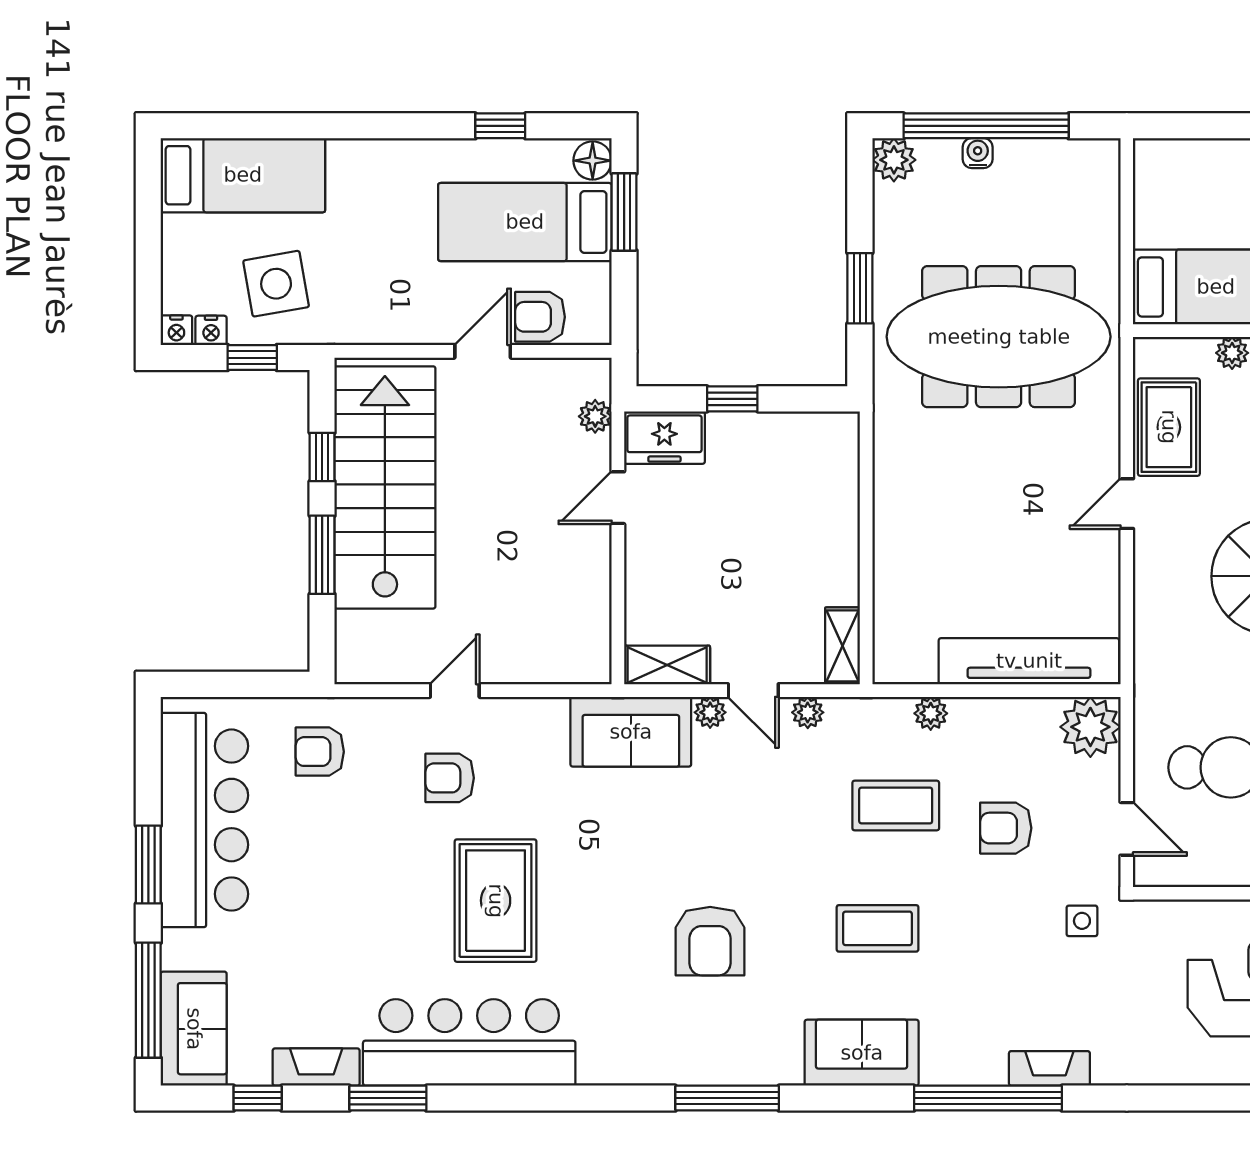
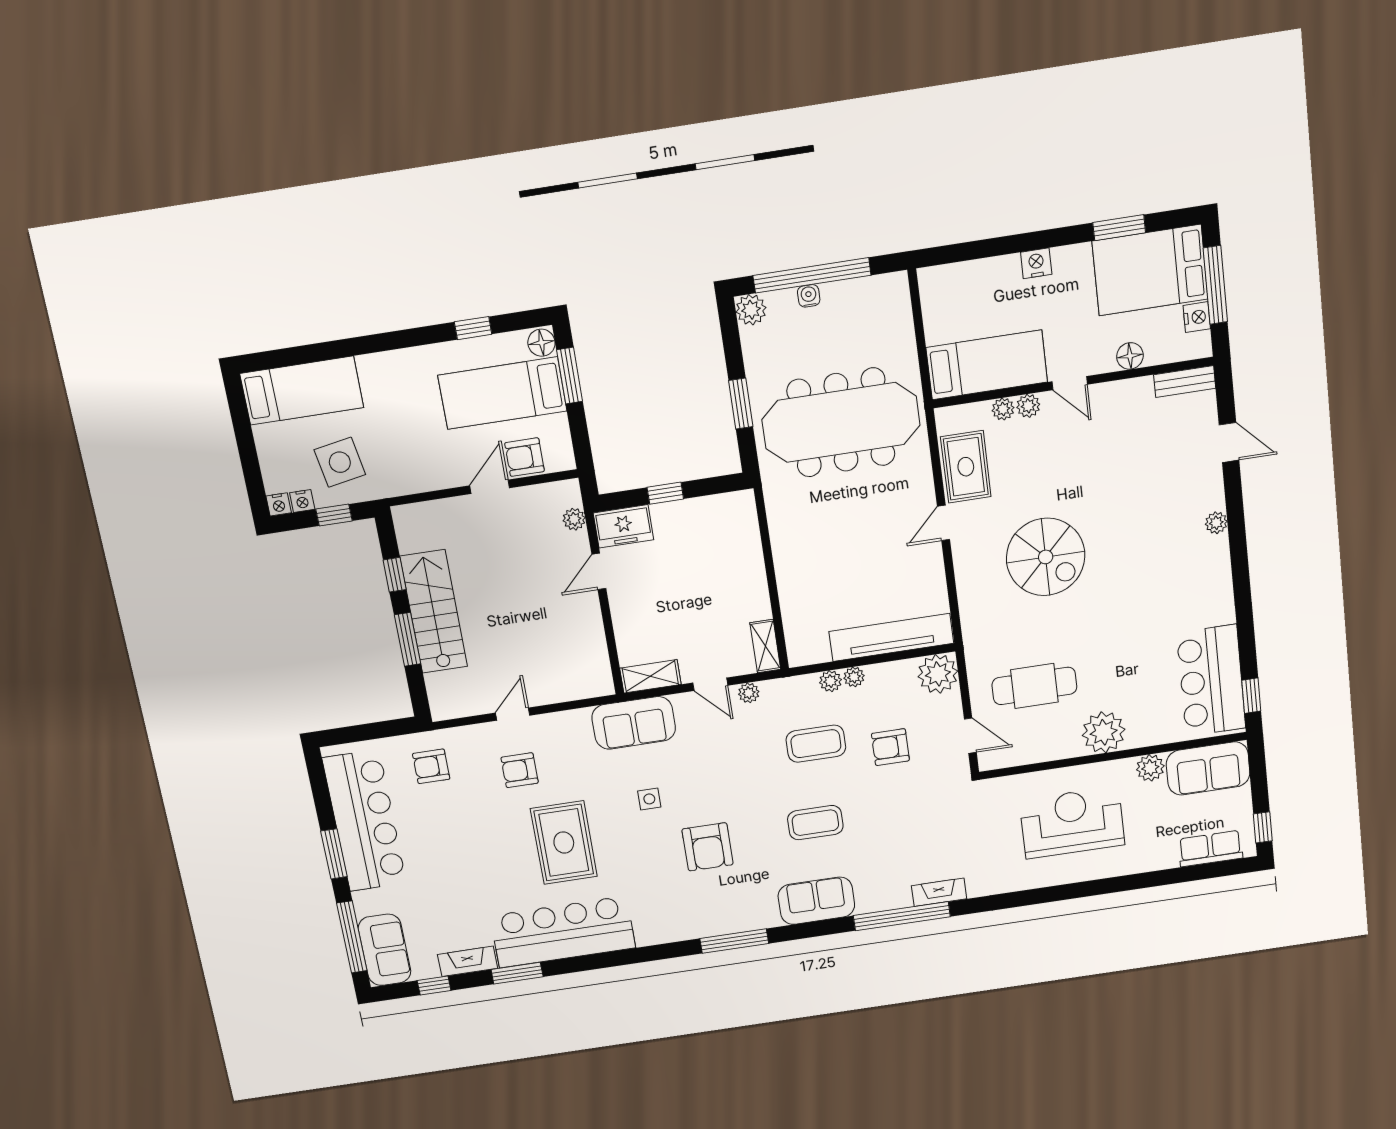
stairs: (385, 487) -> (434, 612), width x0.73, depth x0.66
plant: (710, 712) -> (854, 677), moved
side table: (1082, 921) -> (649, 799), moved

